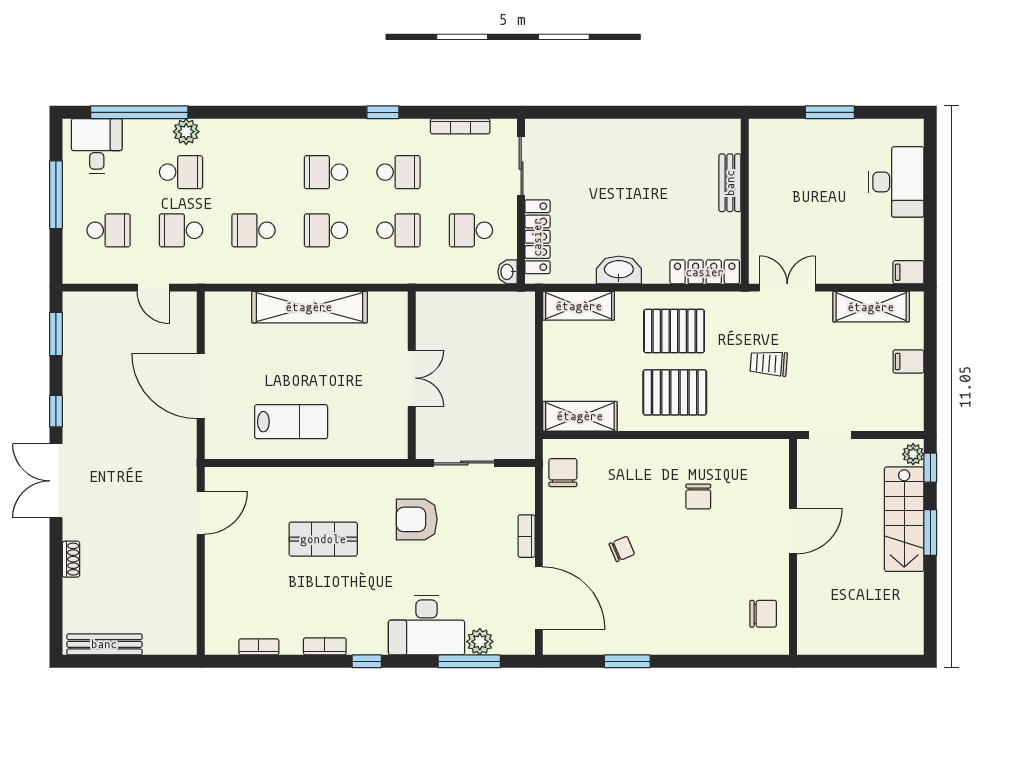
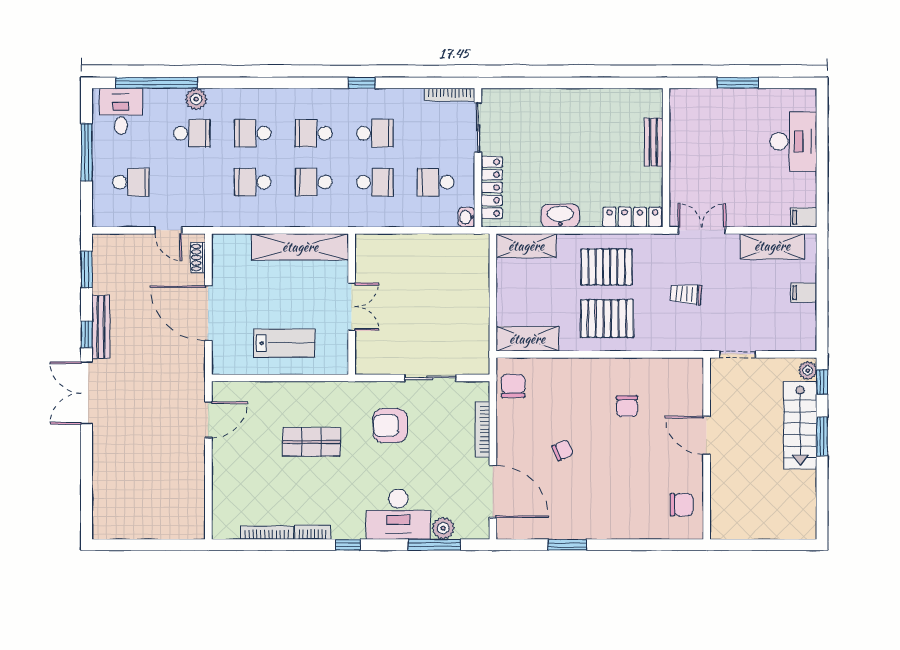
bookcase: (460, 126) -> (450, 95), moved
school desk: (181, 230) -> (253, 133), moved
wall: (412, 375) -> (352, 304), moved
double door: (412, 378) -> (352, 307), moved
door: (793, 531) -> (707, 435), swing flipped
bookcase: (527, 536) -> (482, 429), width x1.56
shoe rack: (71, 559) -> (198, 257), moved, turned 180
bench: (104, 644) -> (101, 327), moved, turned 90
bookcase: (259, 647) -> (267, 533), width x1.56

